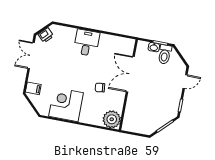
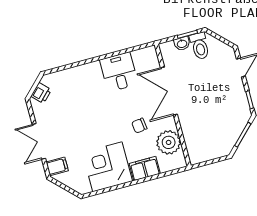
desk: (87, 43) -> (119, 72), moved
double door: (31, 56) -> (39, 141), moved
filing cabinet: (90, 117) -> (145, 169), added
plant: (112, 119) -> (169, 142), moved

